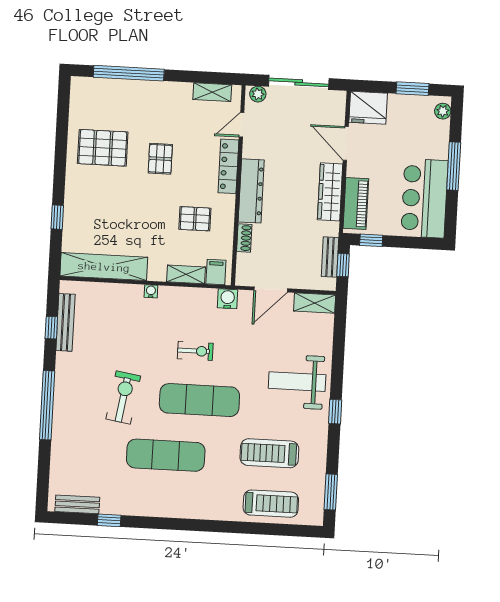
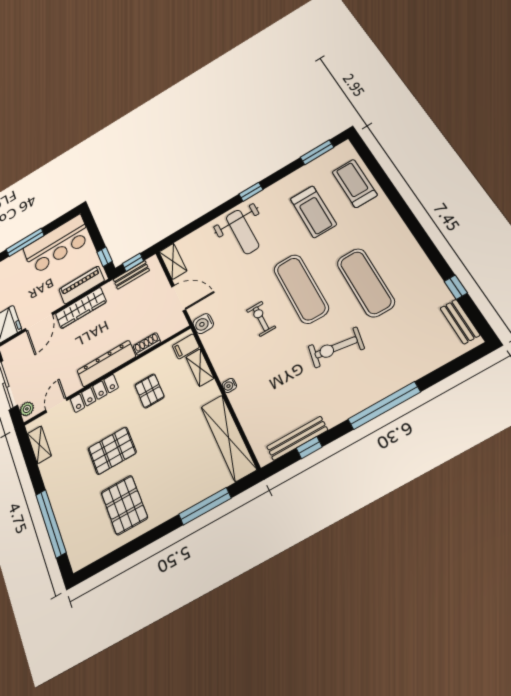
door: (242, 125) -> (56, 405), swing flipped
pallet: (160, 159) -> (112, 451), width x1.50, depth x1.42
window: (57, 217) -> (205, 506), width x2.17

